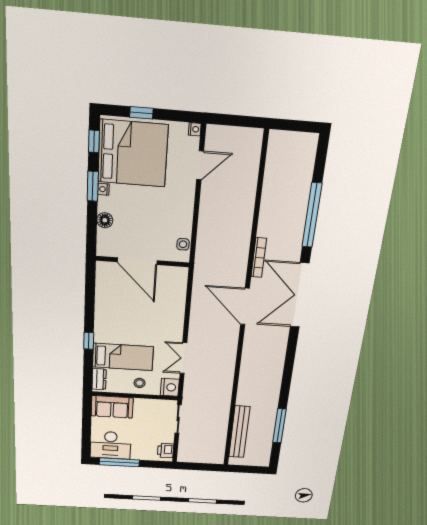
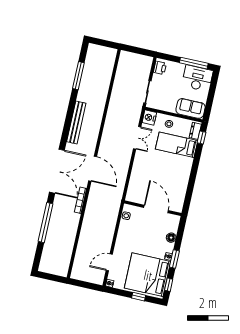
window: (89, 341) -> (202, 138), moved
bench: (239, 432) -> (76, 122), moved

